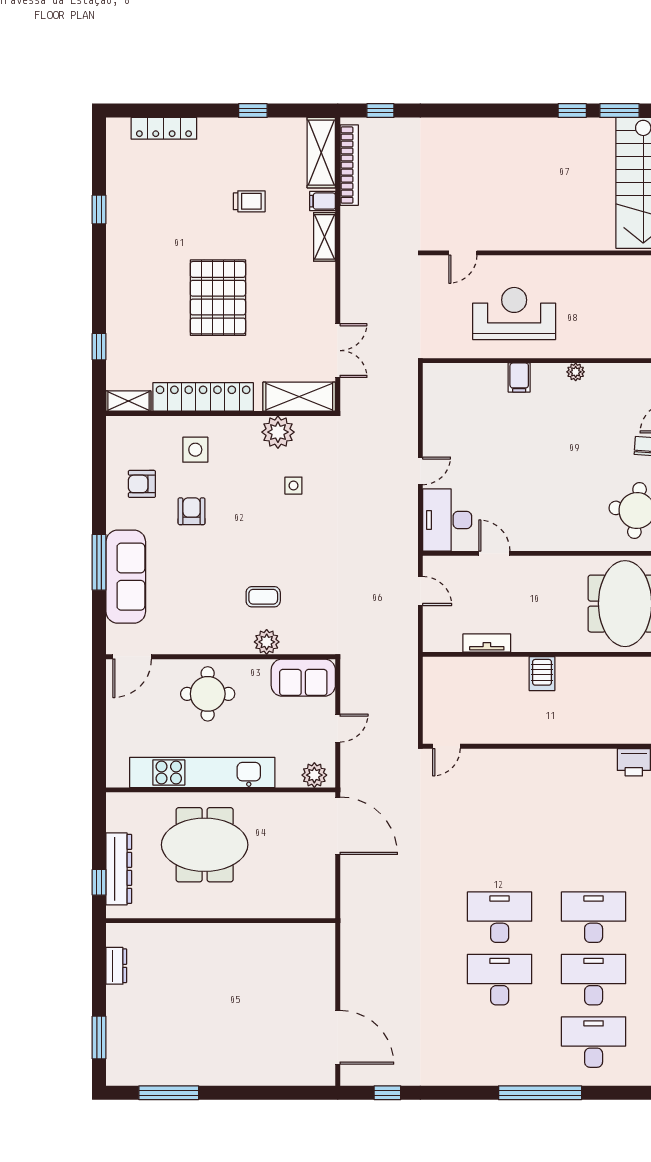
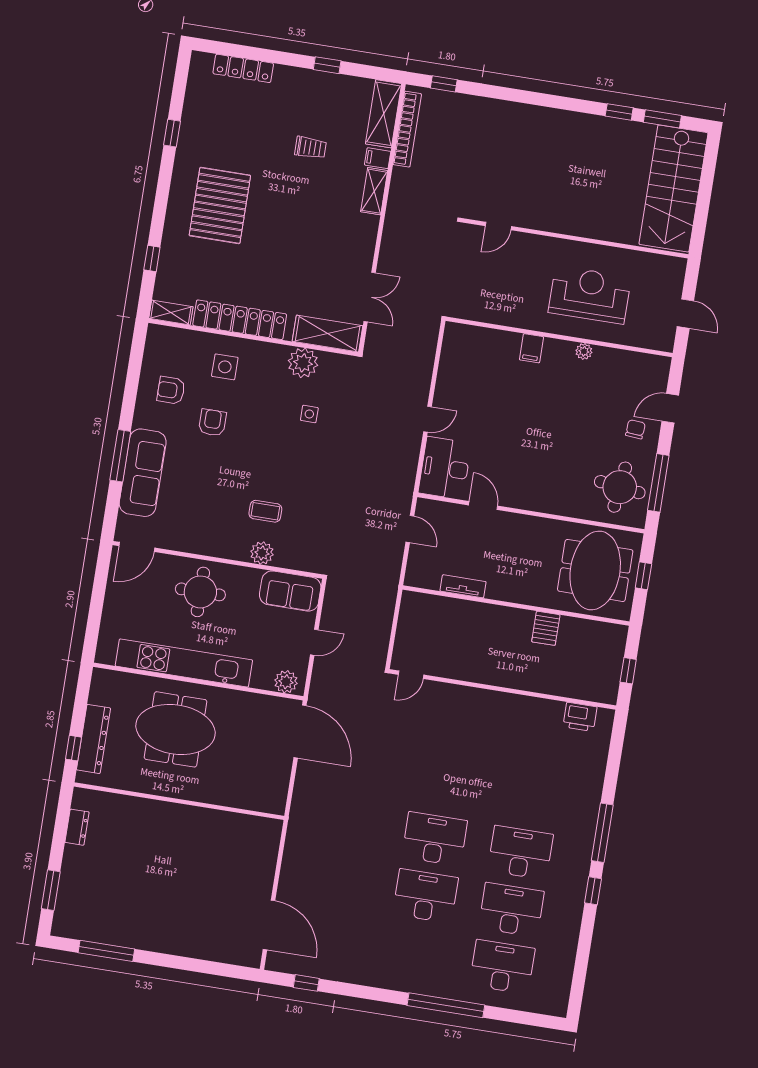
pallet: (218, 298) -> (220, 205), moved
reception desk: (514, 314) -> (590, 295), moved
server rack: (542, 674) -> (546, 628), moved

